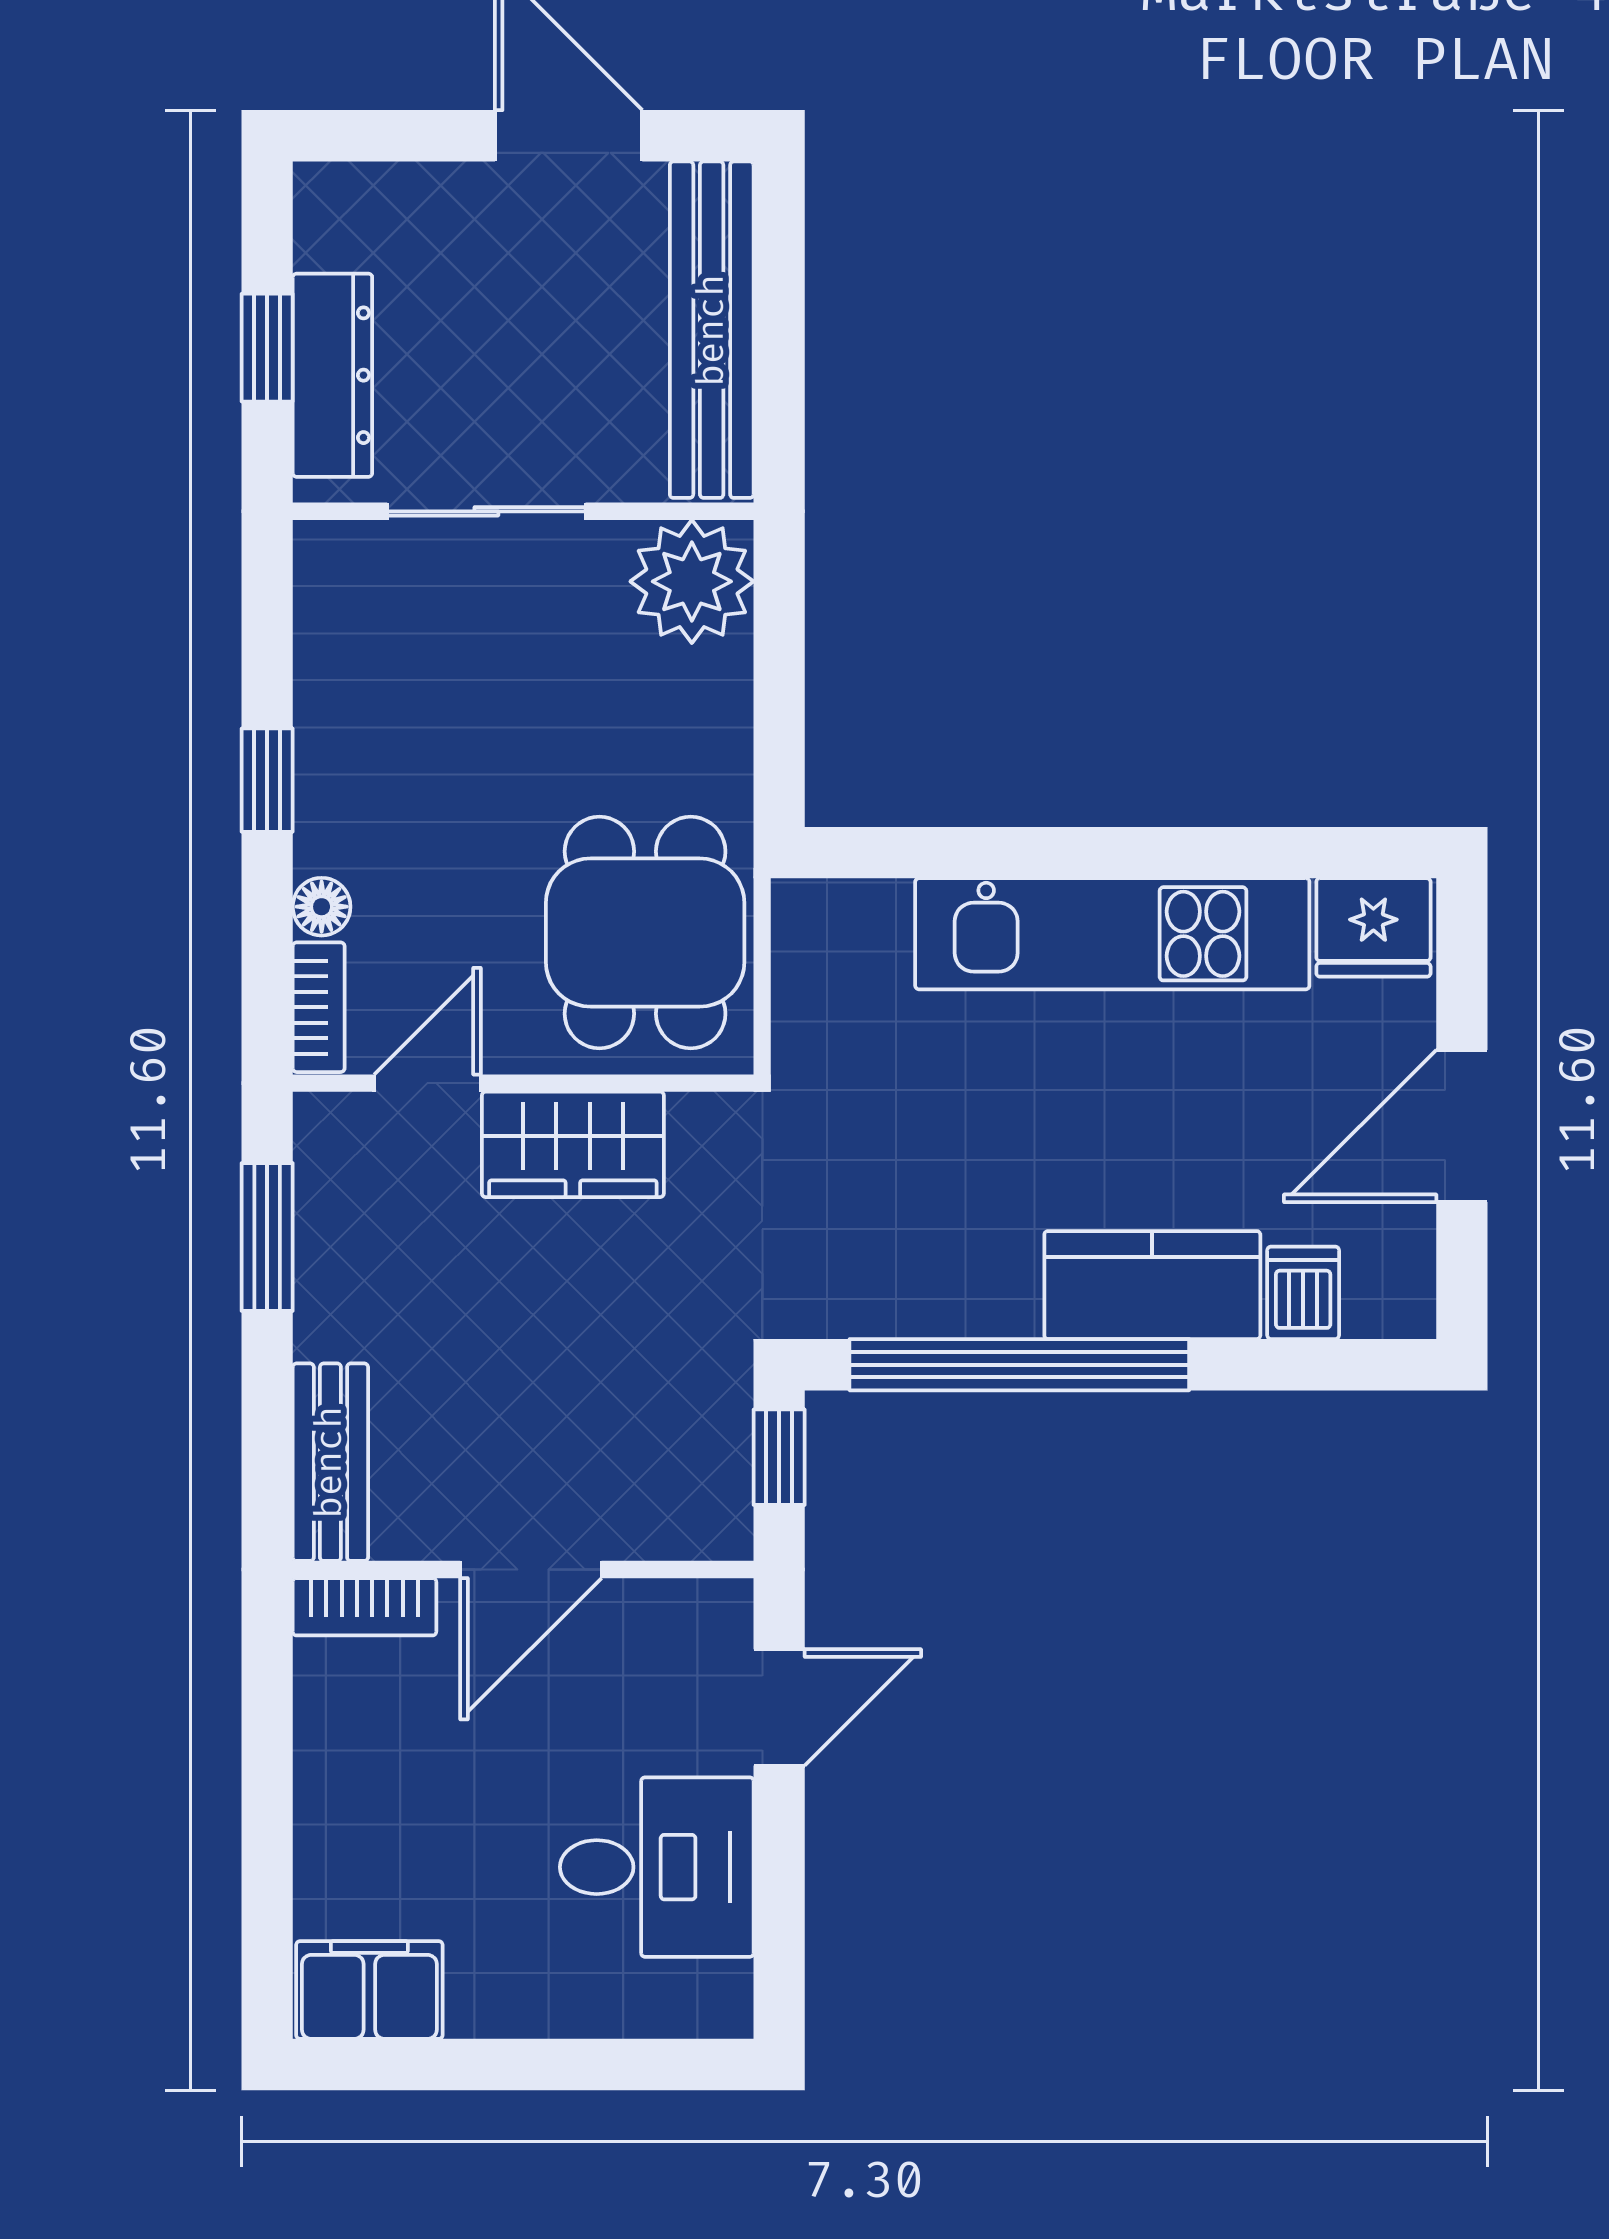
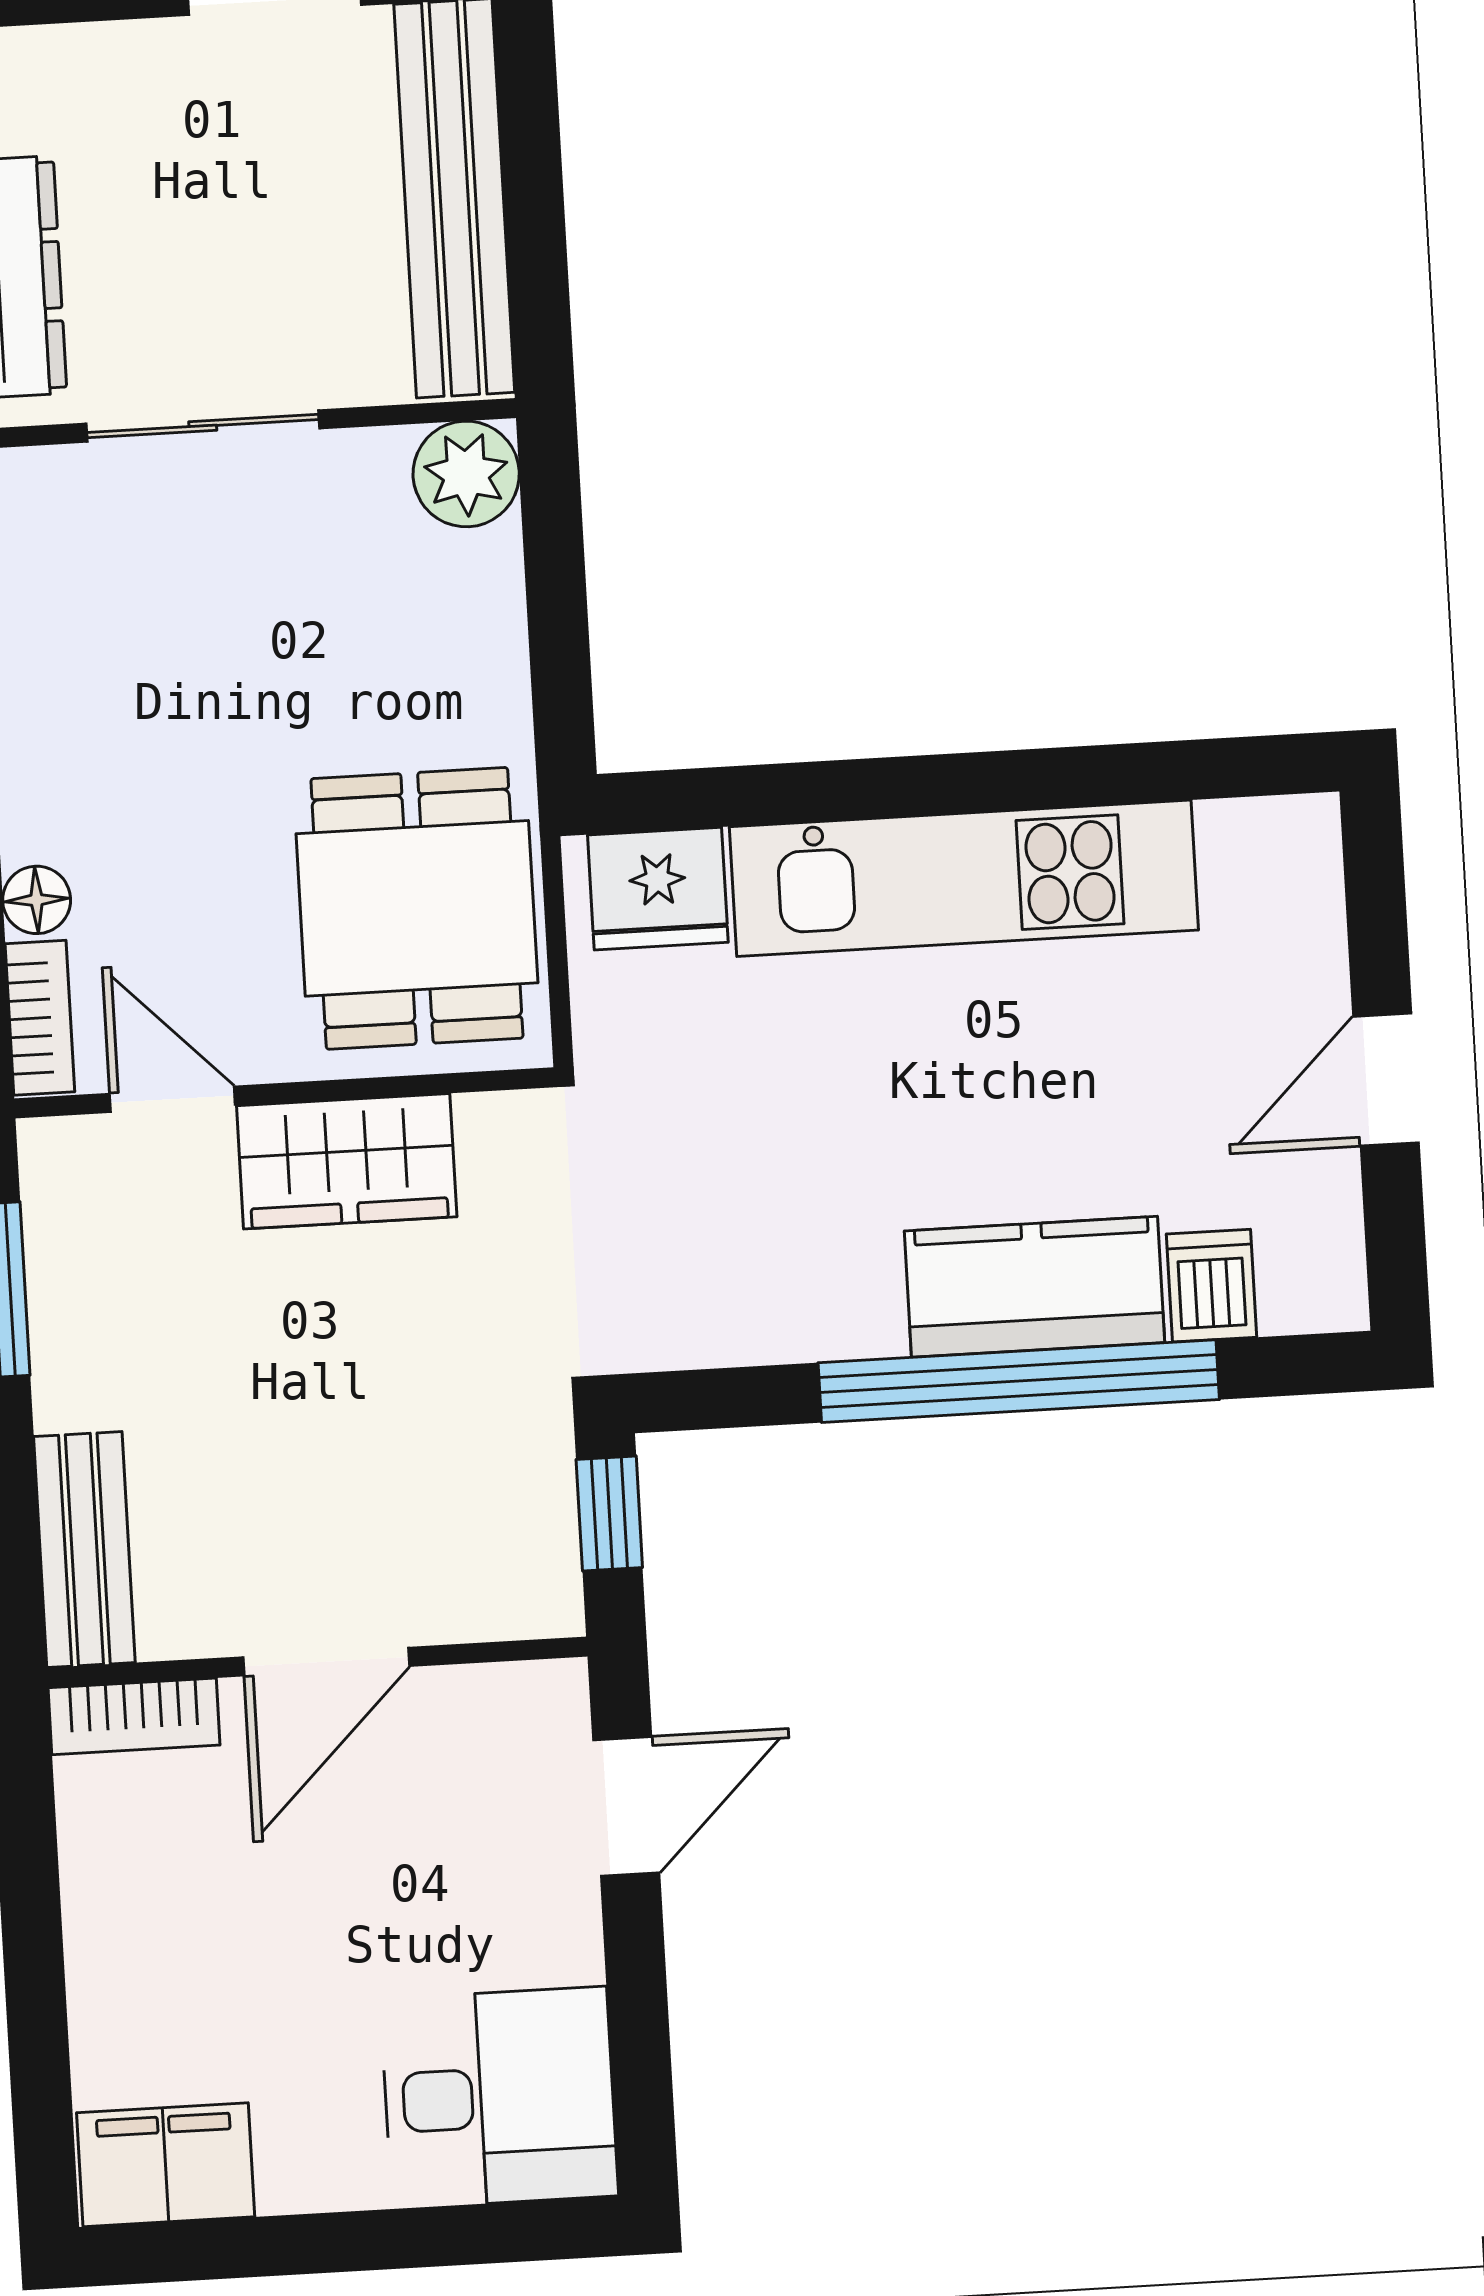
plant: (692, 581) -> (466, 474), width x0.73, depth x0.73
fridge: (1373, 927) -> (658, 889), moved
door: (427, 1083) -> (172, 1099), hinge flipped
door: (1462, 1126) -> (1386, 1080), width x0.73
window: (1019, 1365) -> (1019, 1381), moved
desk: (657, 1867) -> (499, 2097), moved

